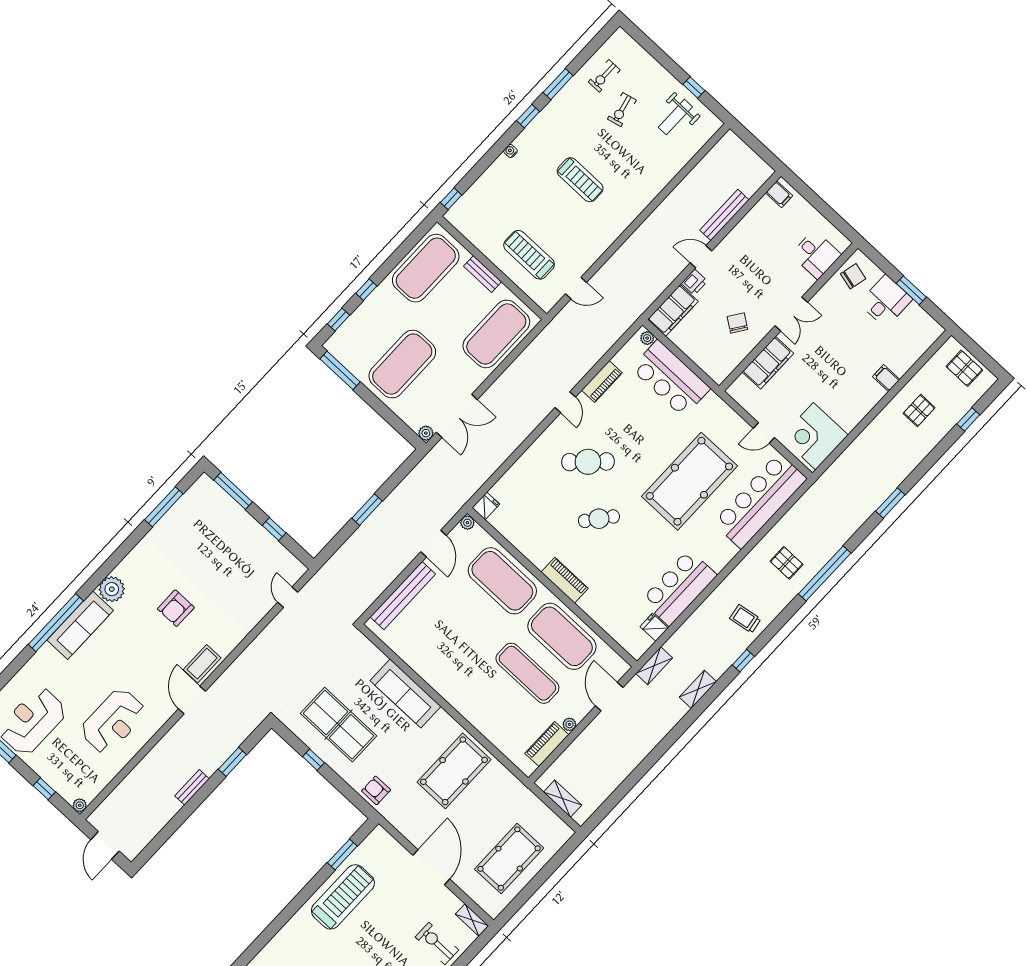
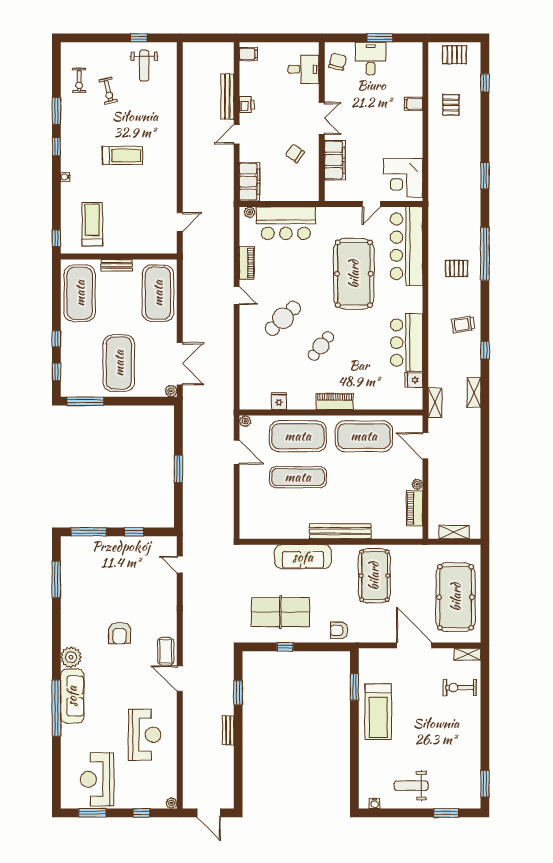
treadmill: (529, 255) -> (92, 224), moved, turned 90
printer: (694, 282) -> (247, 105), moved
fridge: (486, 506) -> (279, 401), moved
bench: (403, 596) -> (340, 531), moved, turned 90
exercise mat: (527, 673) -> (298, 477), moved
pool table: (509, 859) -> (456, 597), width x1.36, depth x1.32
treadmill: (343, 897) -> (378, 712), turned 180

